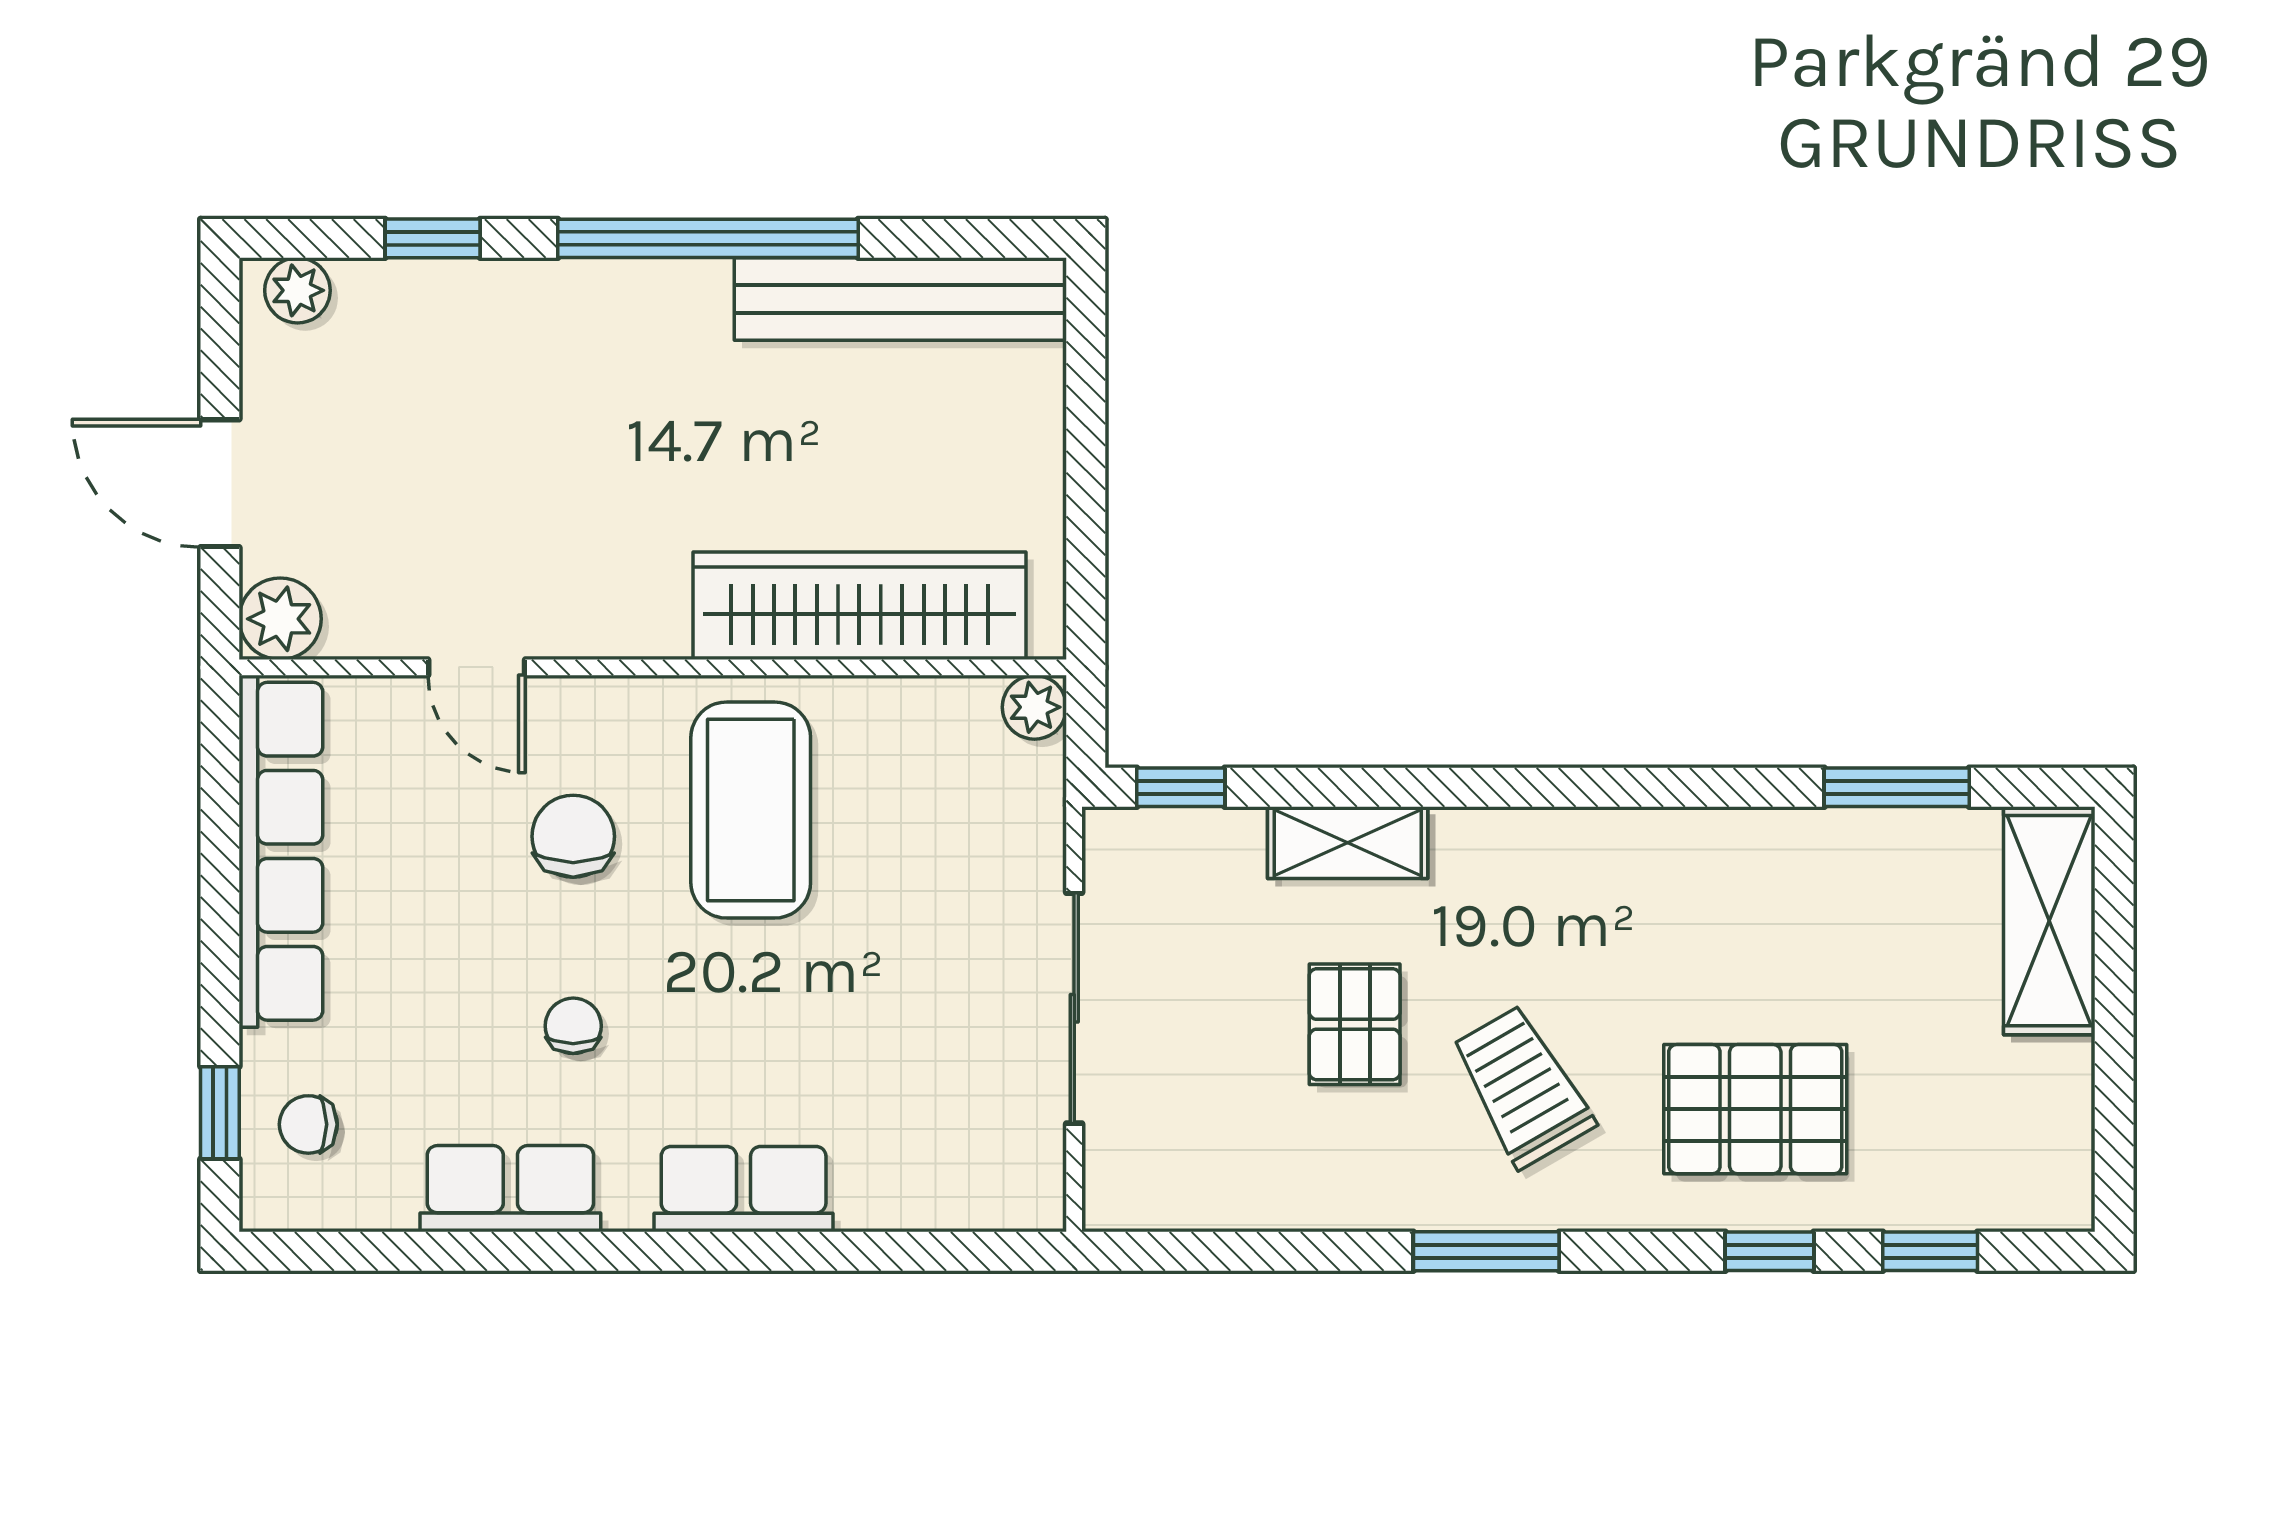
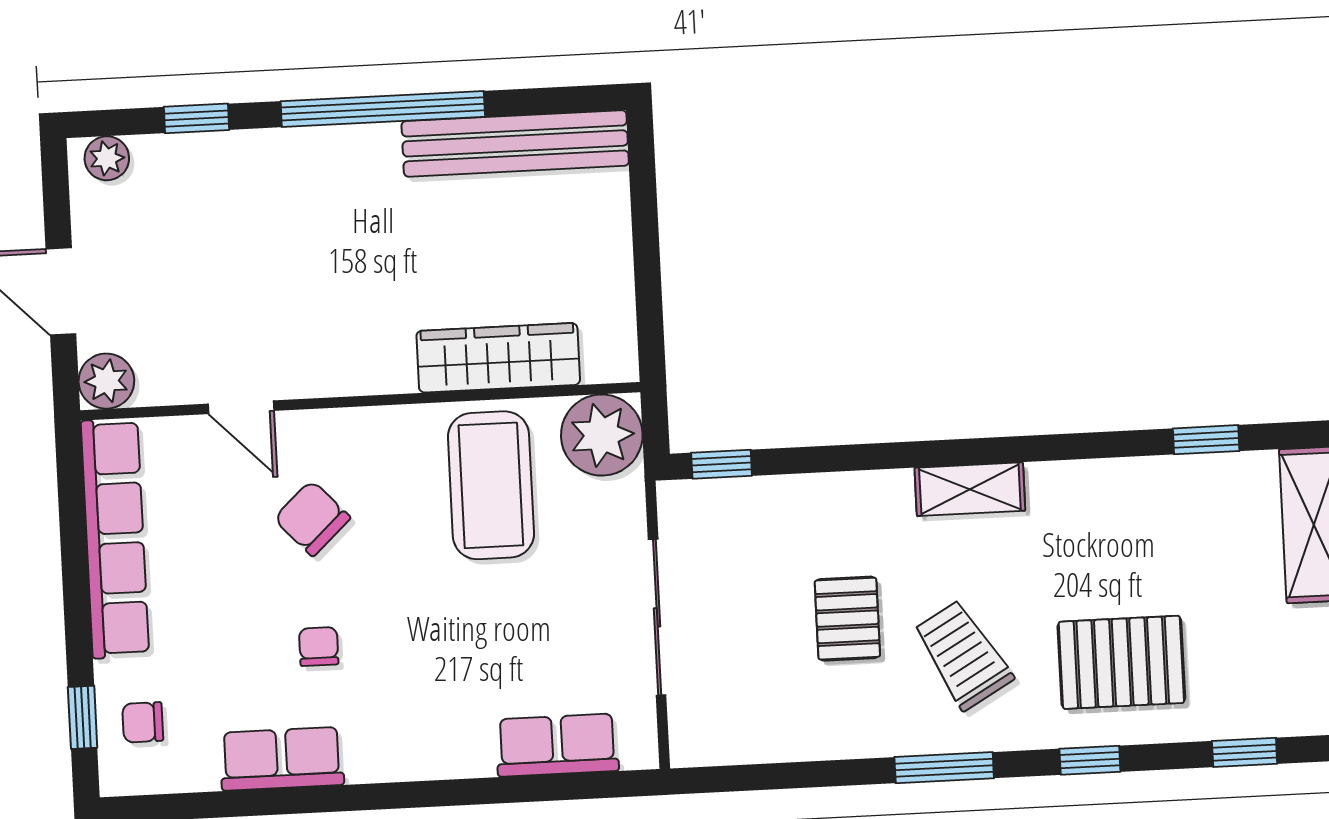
wardrobe: (859, 606) -> (498, 358), width x0.71, depth x0.85
plant: (1034, 707) -> (602, 435), width x1.87, depth x1.87
window: (1897, 787) -> (1206, 440), width x0.67
coffee table: (751, 810) -> (491, 485), moved
chair: (573, 836) -> (312, 518), turned -43
shelving: (1348, 843) -> (970, 489), moved
row of seats: (744, 1189) -> (557, 745), moved
window: (1769, 1251) -> (1090, 760), moved

